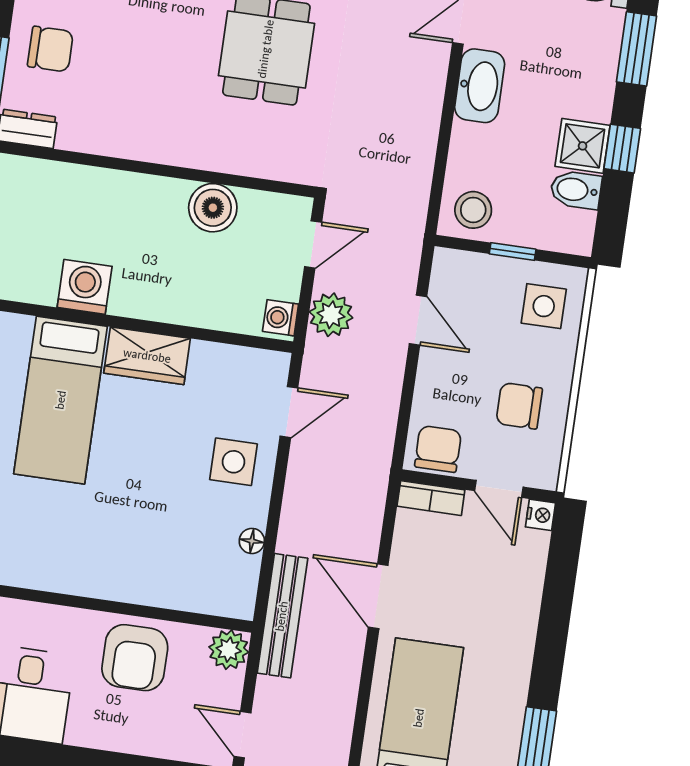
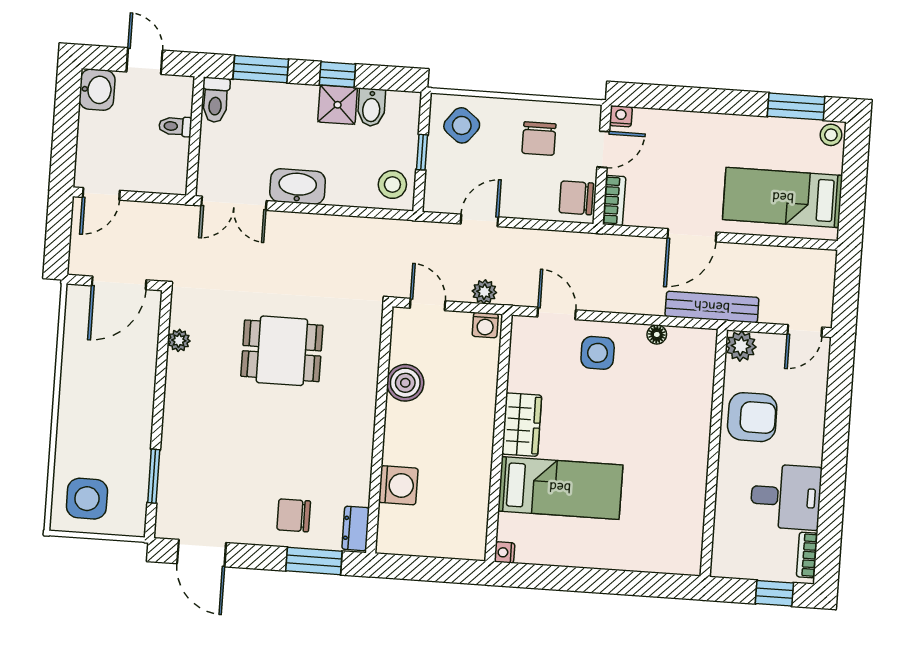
chair: (50, 49) -> (294, 515), turned -90
washing machine: (85, 287) -> (398, 485), moved, turned 180
side table: (544, 306) -> (462, 125), turned 38
plant: (331, 315) -> (484, 292), width x0.73, depth x0.73

